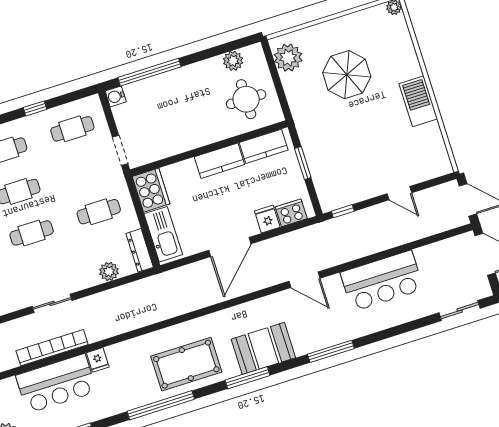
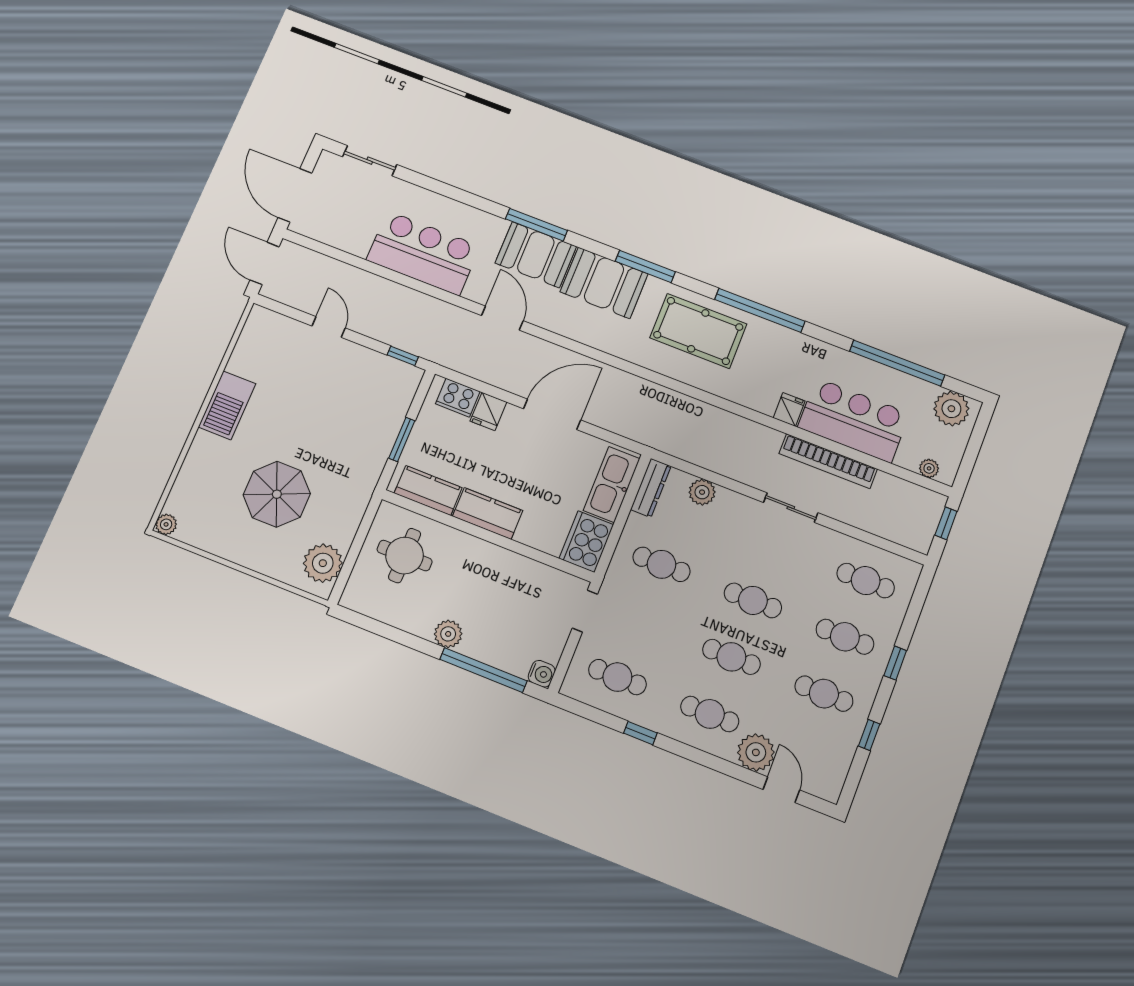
plant: (233, 61) -> (448, 634), moved
booth: (316, 333) -> (536, 255), added

